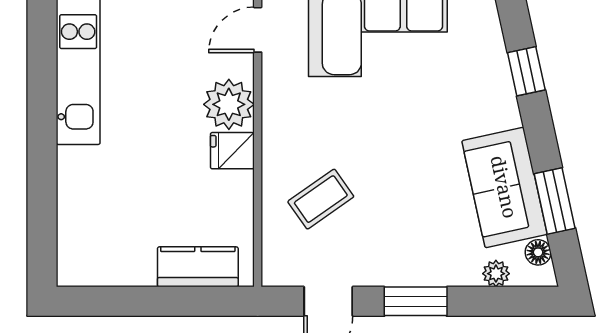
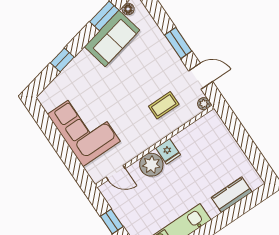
coffee table: (321, 199) -> (164, 105), turned -55
kitchen counter: (198, 267) -> (232, 195), moved, turned 90
plant: (496, 274) -> (204, 104), moved

